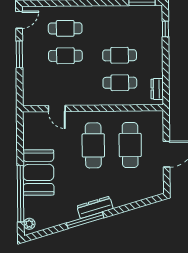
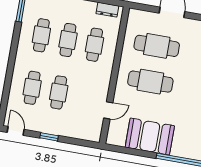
cafe table: (119, 28) -> (41, 35), added
window: (19, 54) -> (49, 137), width x0.67
booth: (38, 172) -> (150, 136), moved

